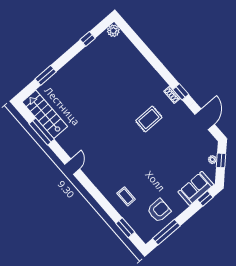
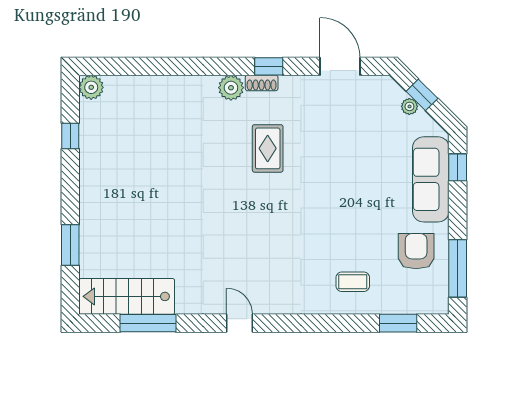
plant: (160, 85) -> (231, 88), added
sofa: (196, 188) -> (431, 179), width x1.36

